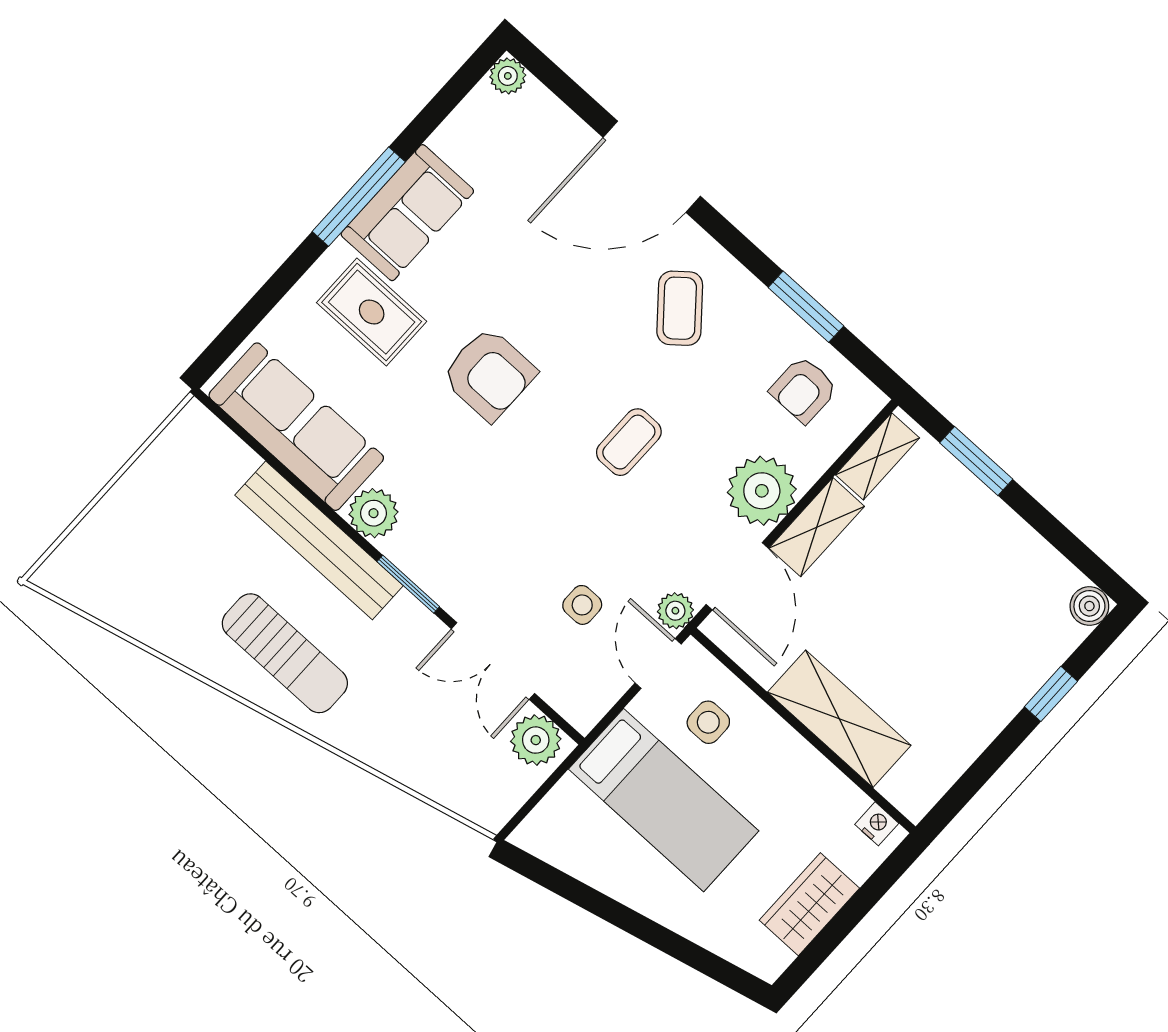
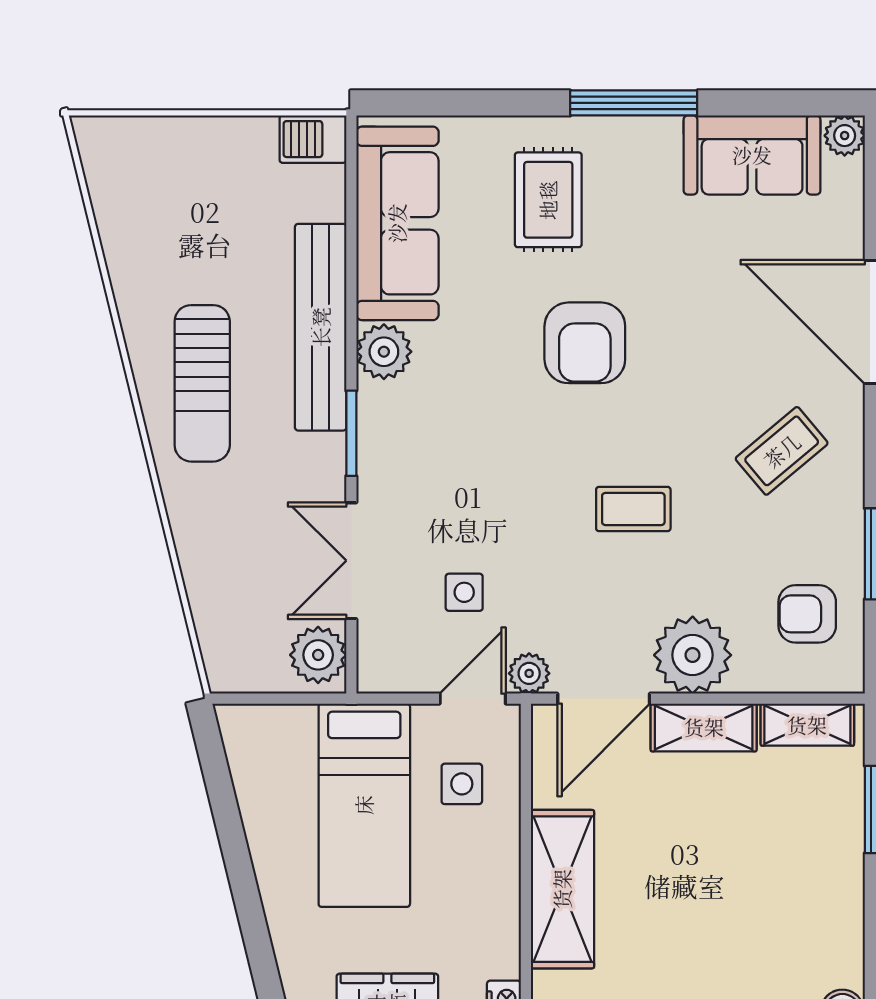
sofa: (407, 213) -> (752, 155), moved
barbecue: (189, 432) -> (313, 139), added

